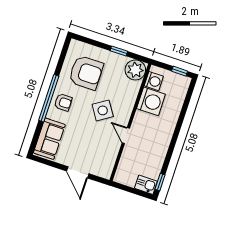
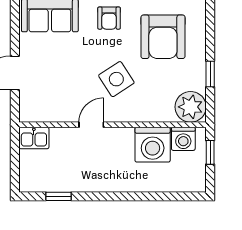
window: (180, 71) -> (210, 152), moved
window: (160, 182) -> (58, 196), moved
kitchen sink: (146, 185) -> (34, 138), moved, turned 90

